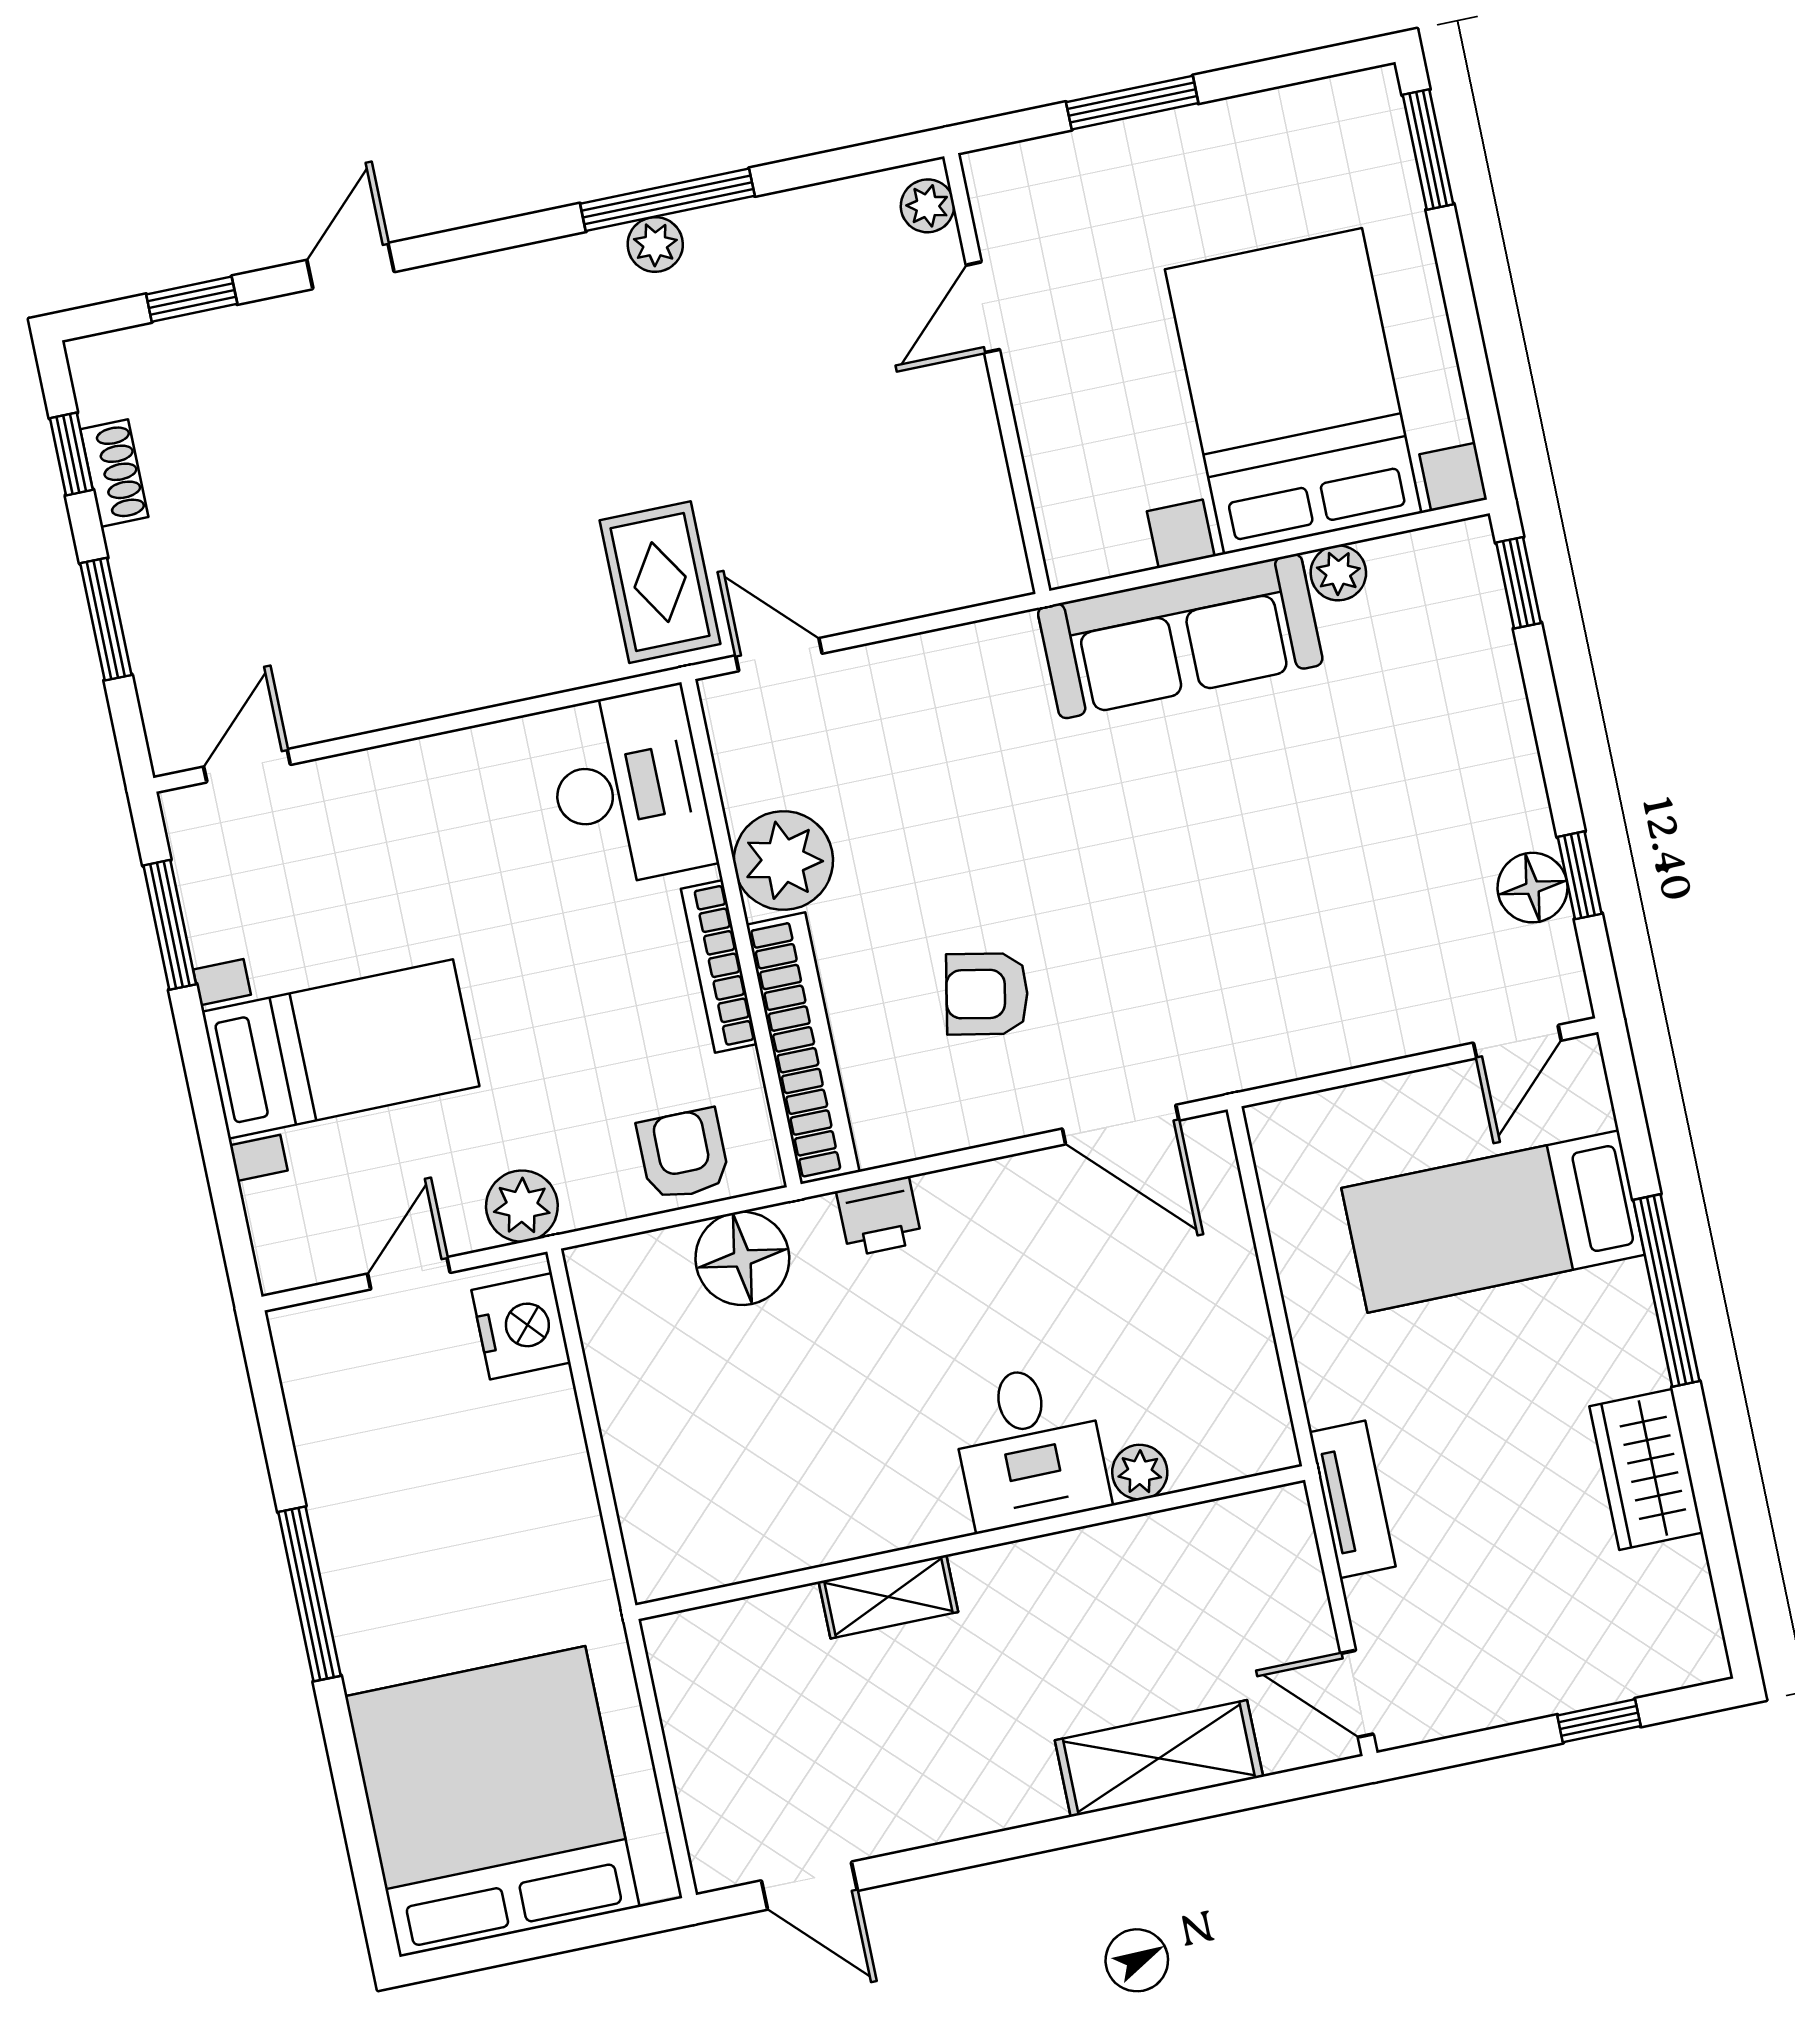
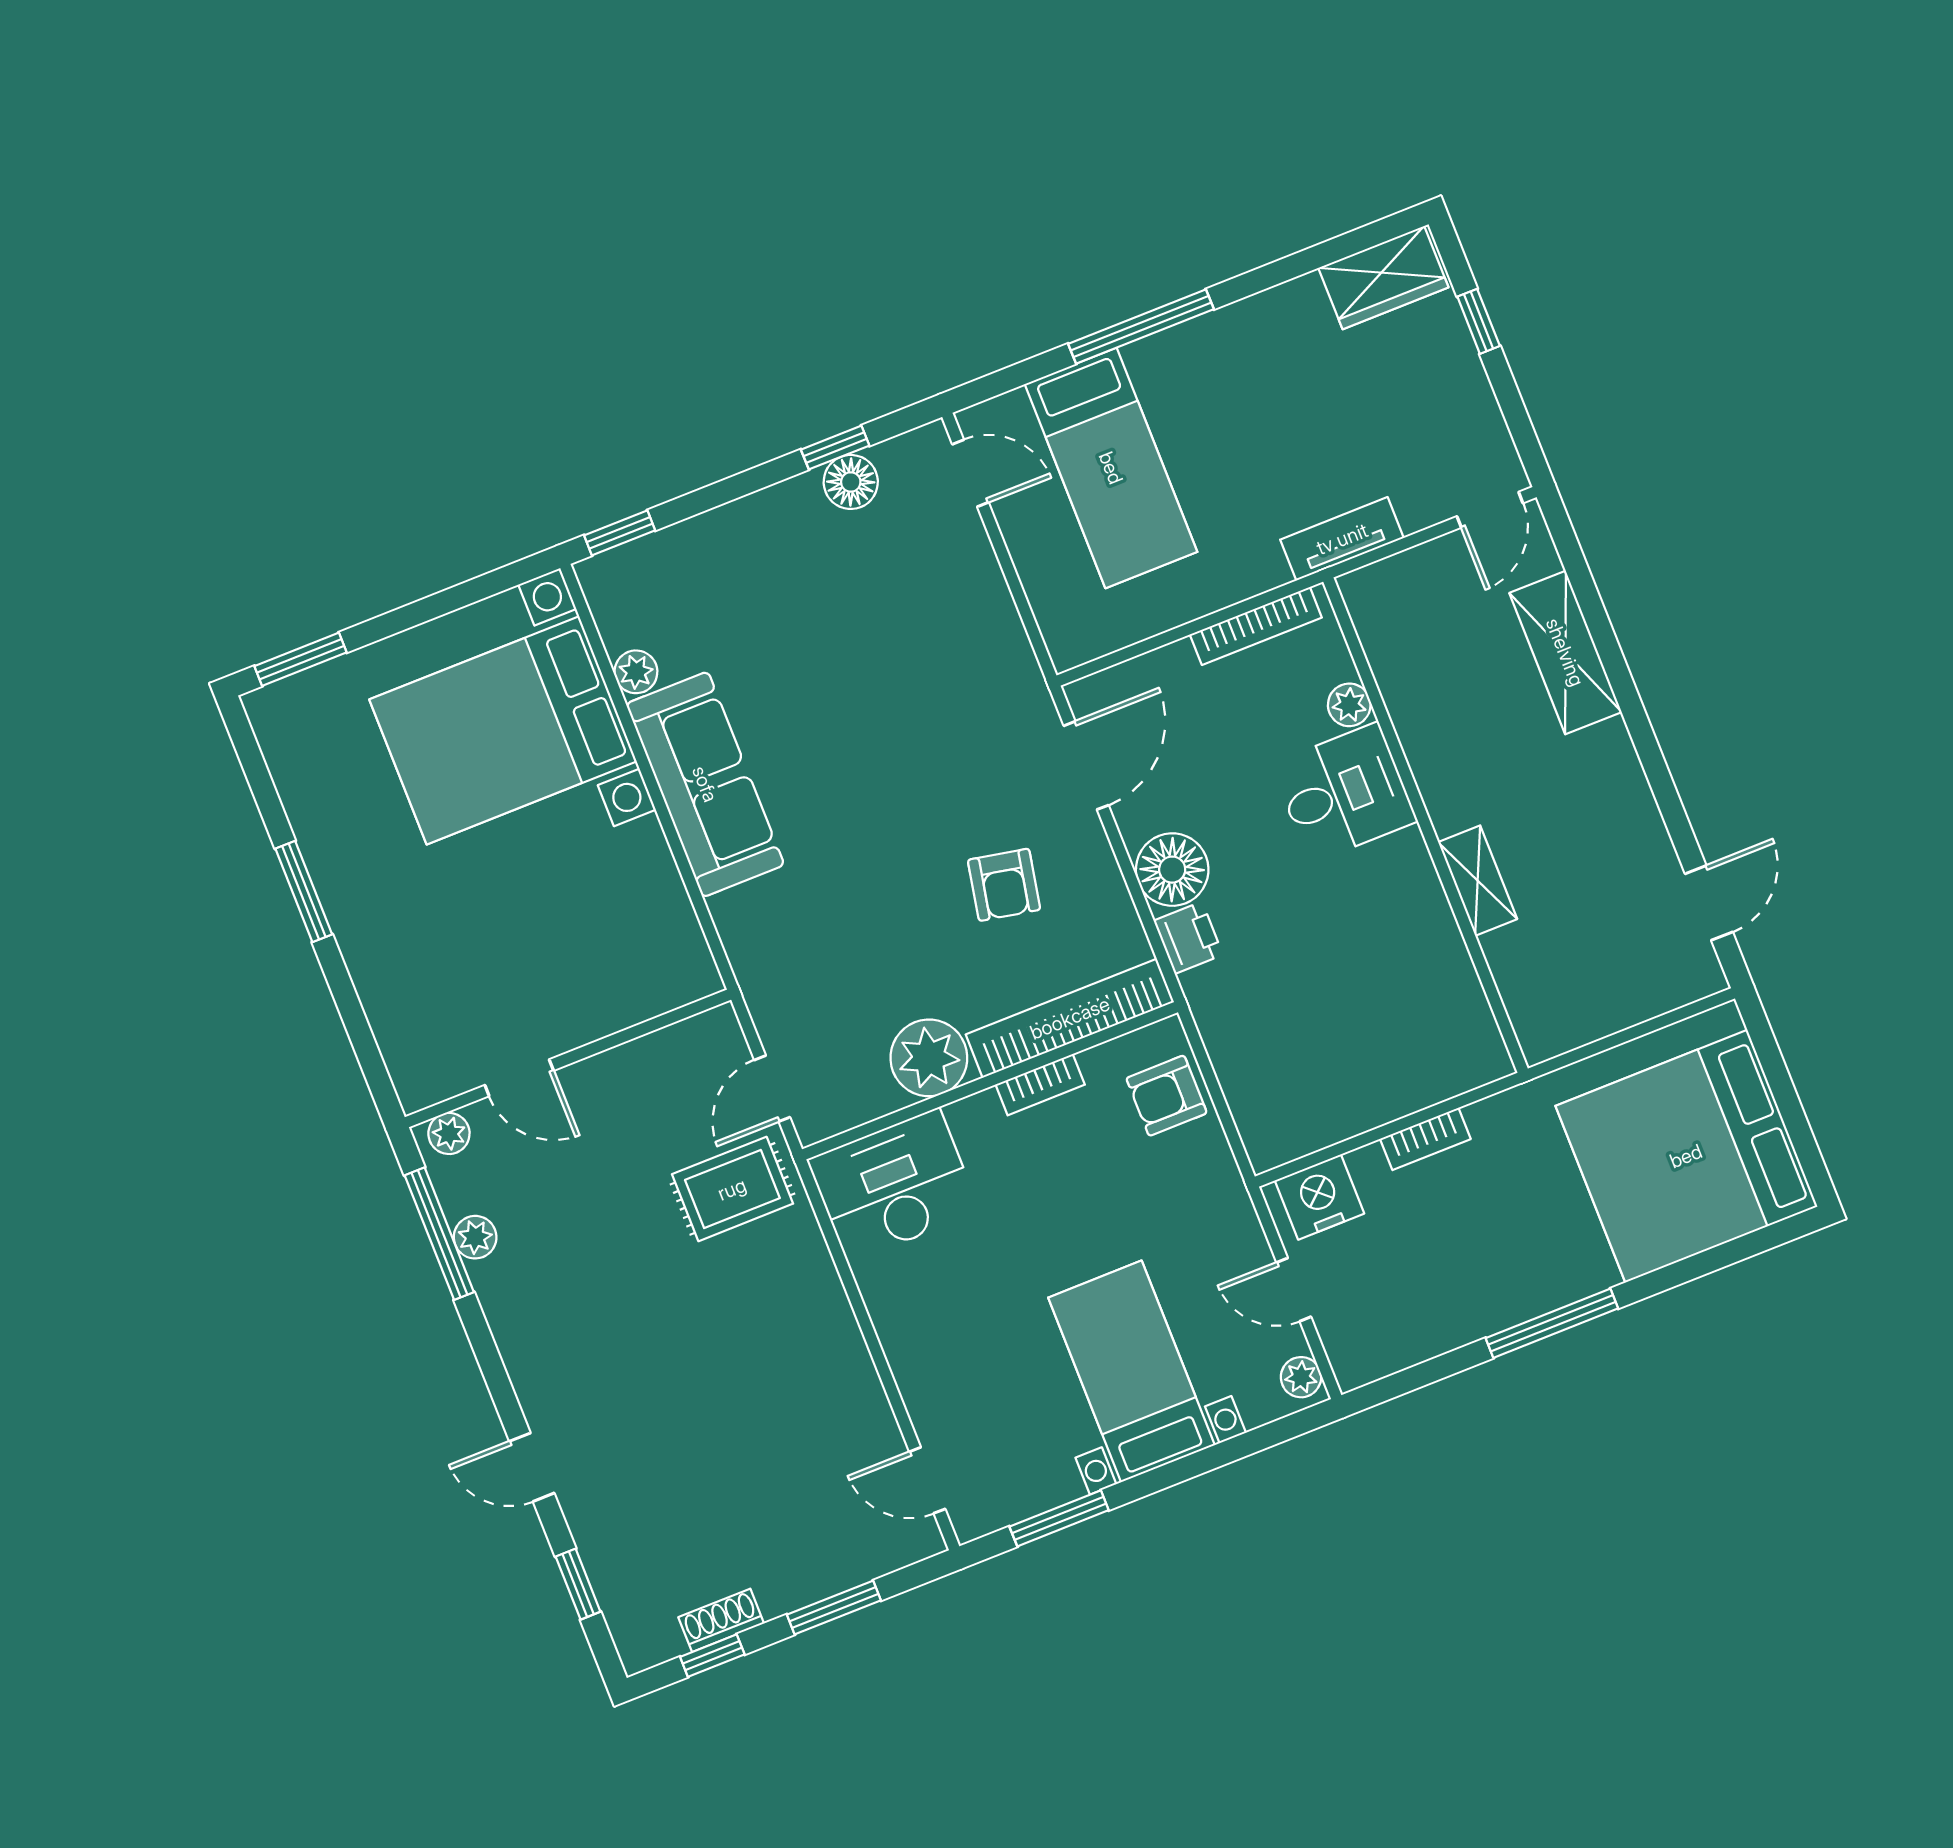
plant: (928, 206) -> (449, 1133), moved
door: (983, 307) -> (519, 1078), moved
wall: (997, 374) -> (568, 1058), moved
bookcase: (719, 966) -> (1040, 1085), width x0.64
plant: (522, 1206) -> (1301, 1377), moved, width x0.73, depth x0.73
floor lamp: (742, 1258) -> (1172, 870), moved
bookcase: (1261, 1371) -> (1256, 626), added
wardrobe: (1646, 1469) -> (1383, 278), moved
bookcase: (572, 1474) -> (1425, 1139), added

